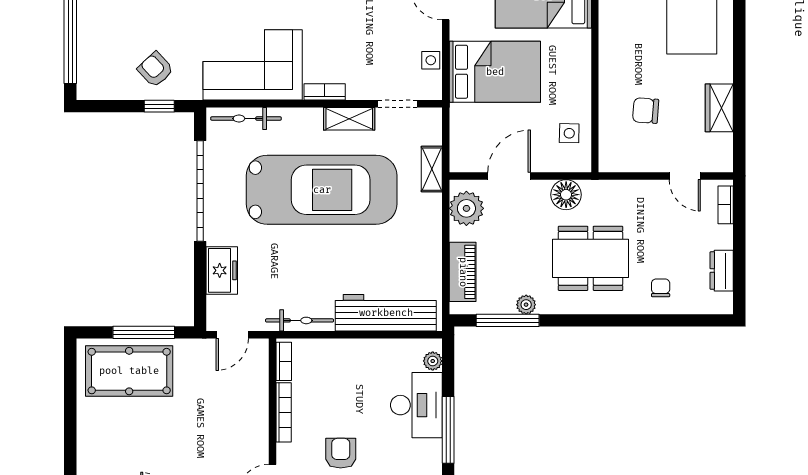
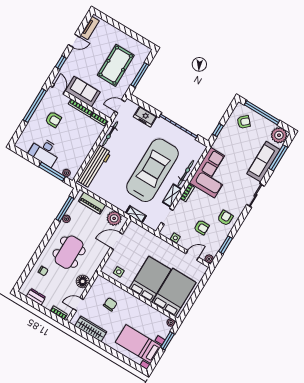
armchair: (377, 20) -> (202, 227), added
armchair: (155, 69) -> (244, 122), moved
bed: (495, 72) -> (150, 279), moved, turned 180
wardrobe: (719, 108) -> (91, 329), width x1.50
bicycle: (246, 119) -> (186, 173), moved
door: (509, 176) -> (116, 241), swing flipped
car: (322, 190) -> (152, 170), turned 180
floor lamp: (566, 195) -> (83, 281), moved
door: (232, 335) -> (120, 106), hinge flipped
pool table: (129, 371) -> (116, 65), moved
desk: (416, 405) -> (45, 152), moved
sofa: (248, 428) -> (83, 92), added
window: (448, 430) -> (52, 172), moved

